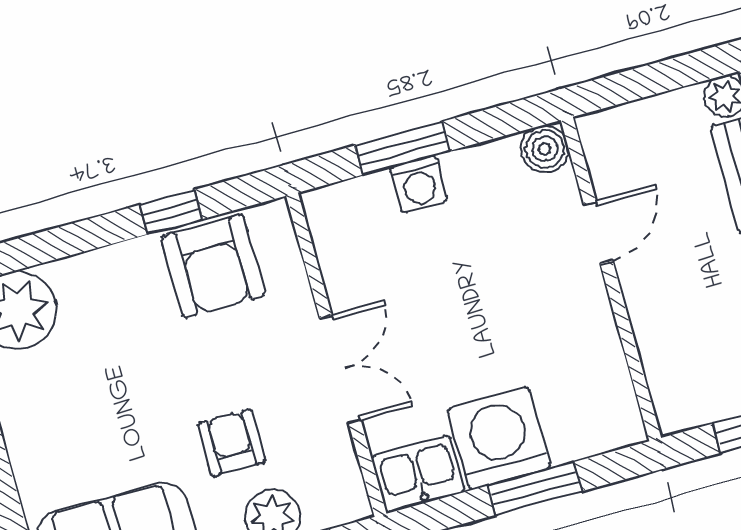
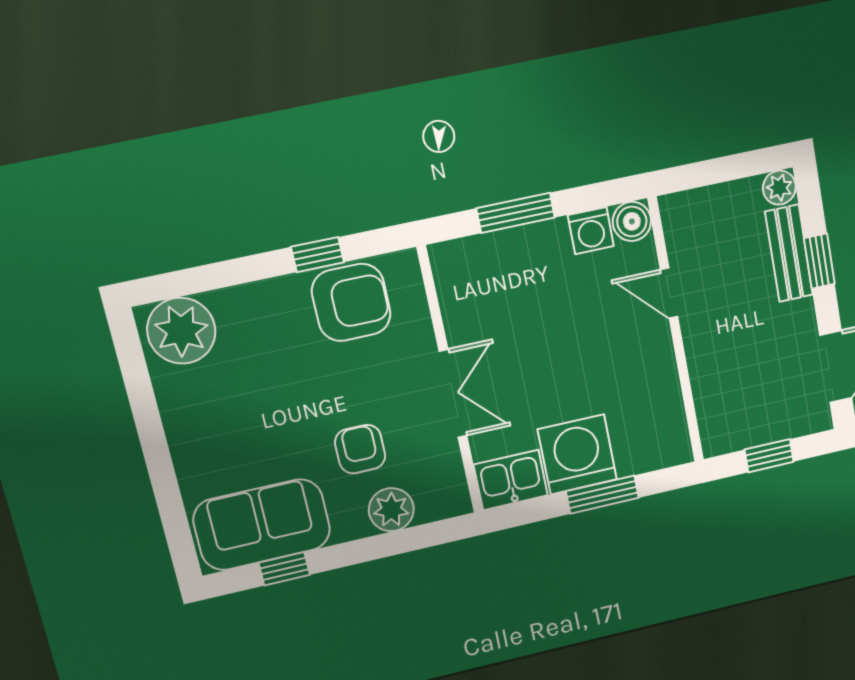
washing machine: (419, 184) -> (591, 231), moved
door: (598, 233) -> (669, 293), swing flipped
armchair: (213, 266) -> (351, 303), turned -90

